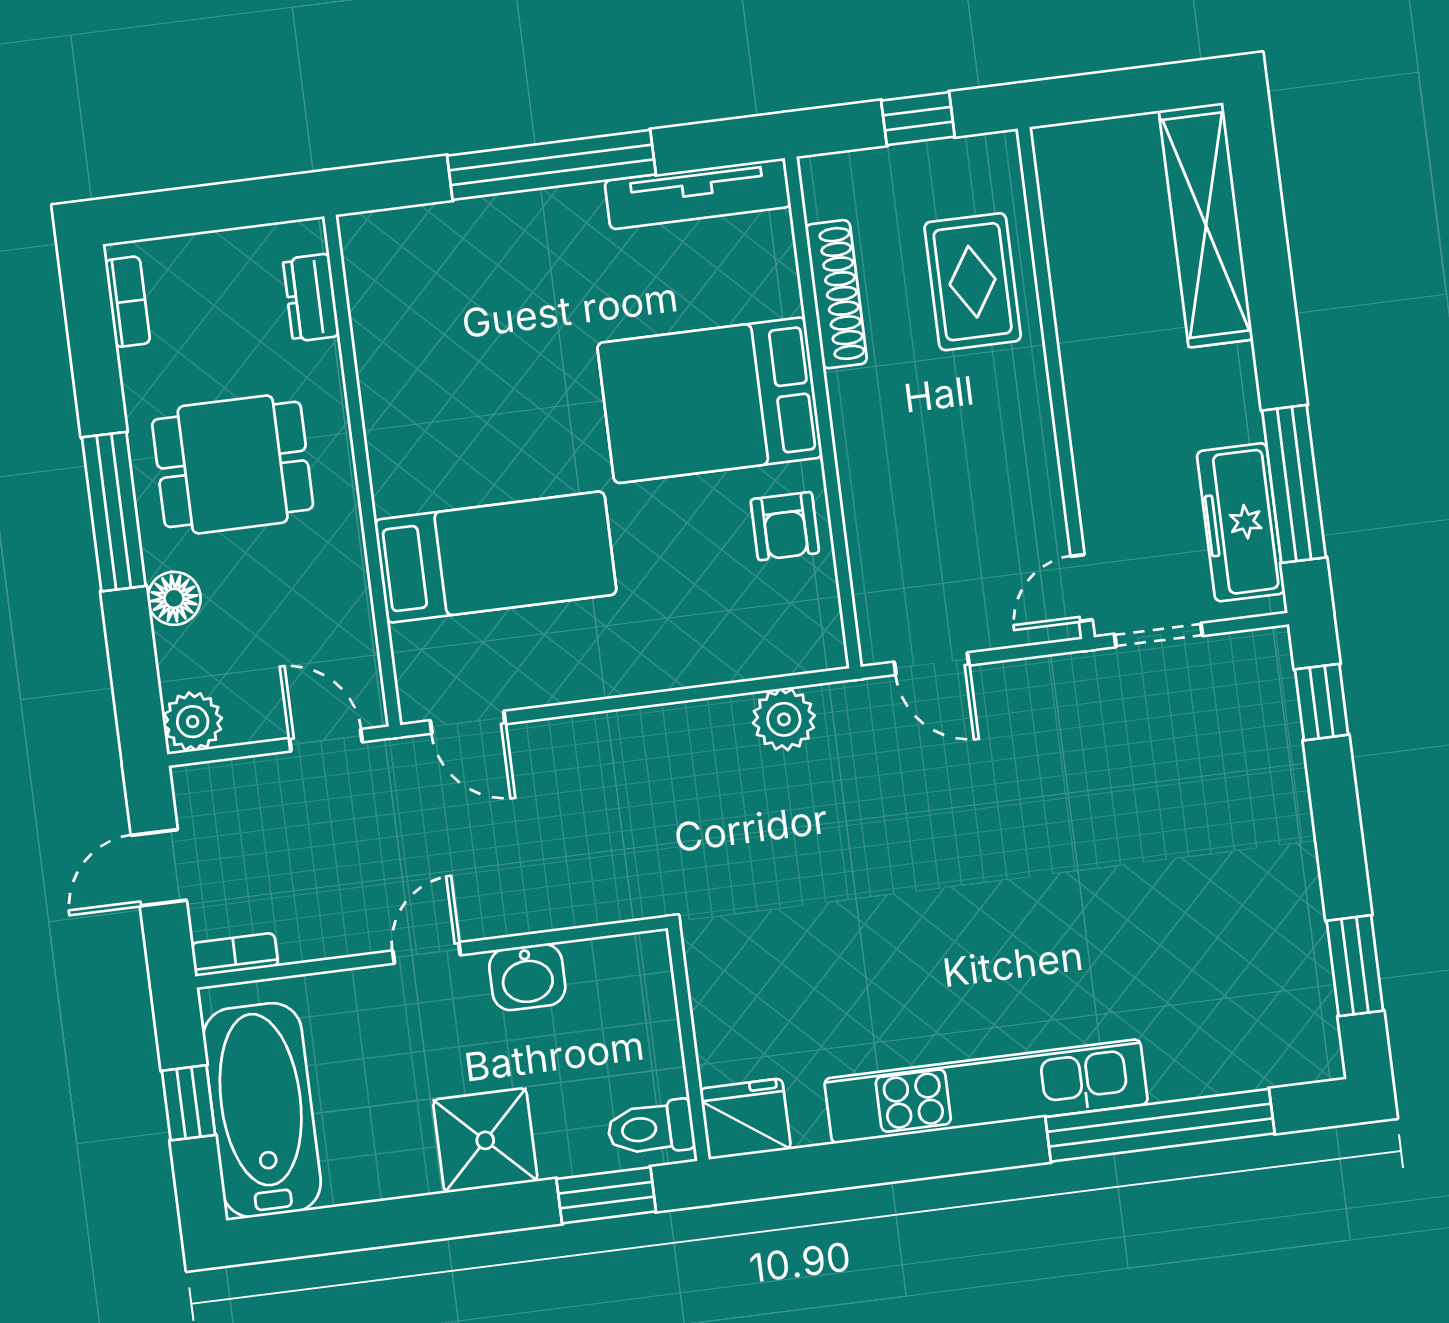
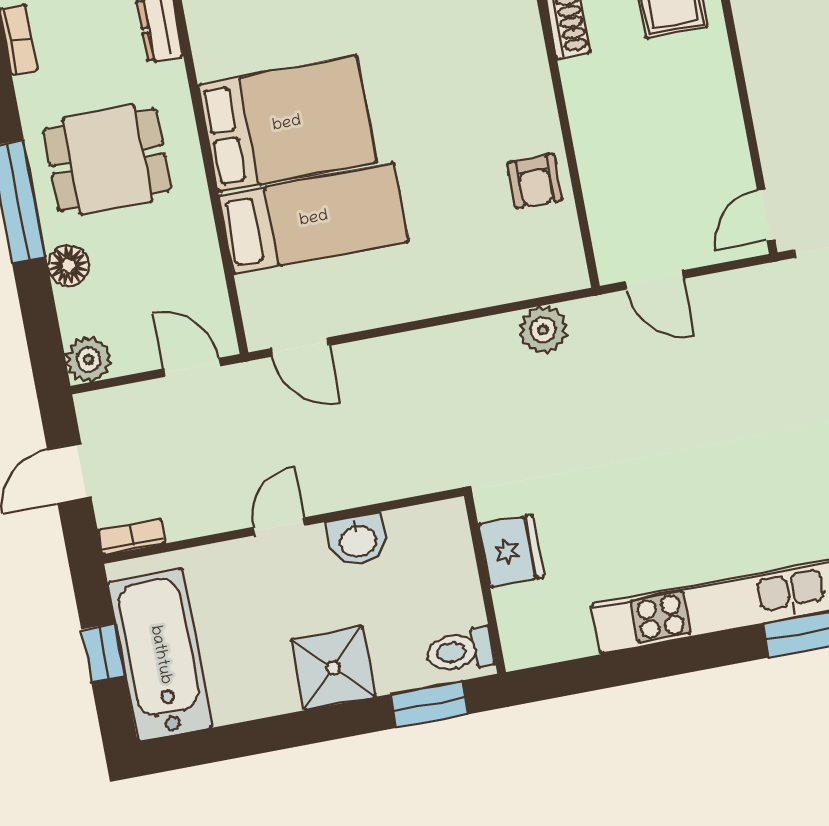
bed: (710, 400) -> (287, 124), moved, turned 180
fridge: (745, 1119) -> (511, 551), moved, turned 90

